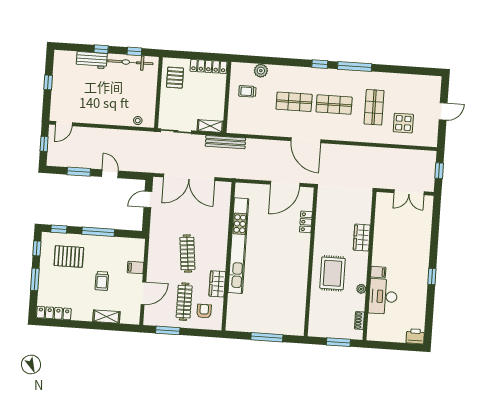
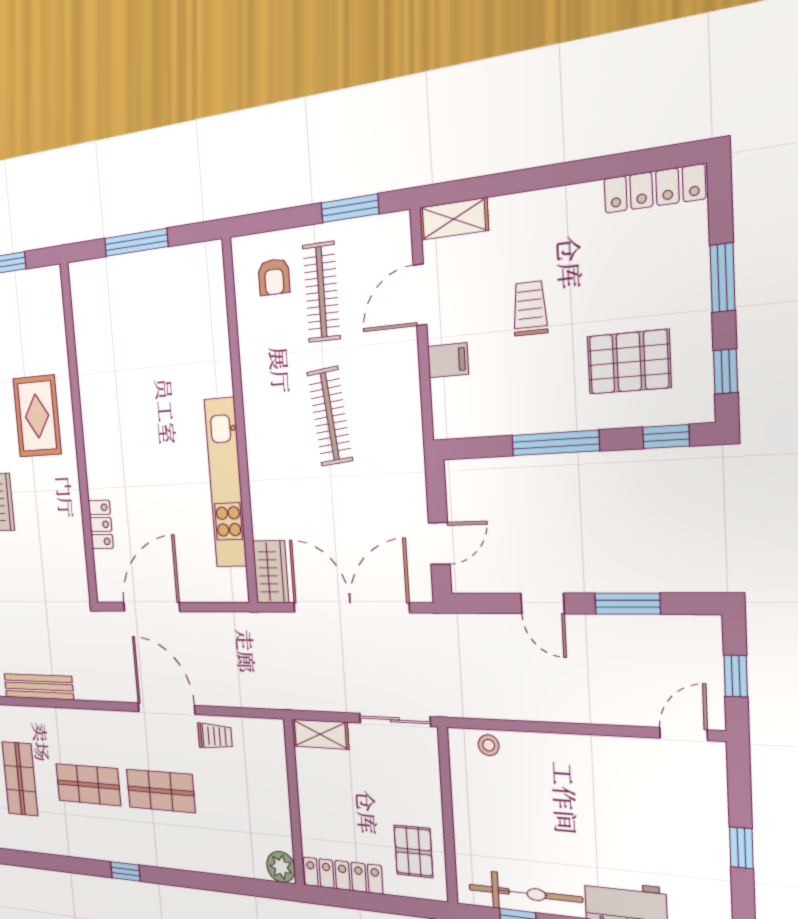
window: (355, 66) -> (65, 864), removed
plant: (261, 71) -> (281, 867), moved
trolley: (247, 91) -> (215, 736), moved
door: (306, 140) -> (166, 709), moved
bench: (225, 142) -> (39, 687), moved
kitchen unit: (238, 246) -> (226, 483), width x0.73
wardrobe: (217, 284) -> (271, 572), moved
shelving: (106, 317) -> (454, 219), moved

